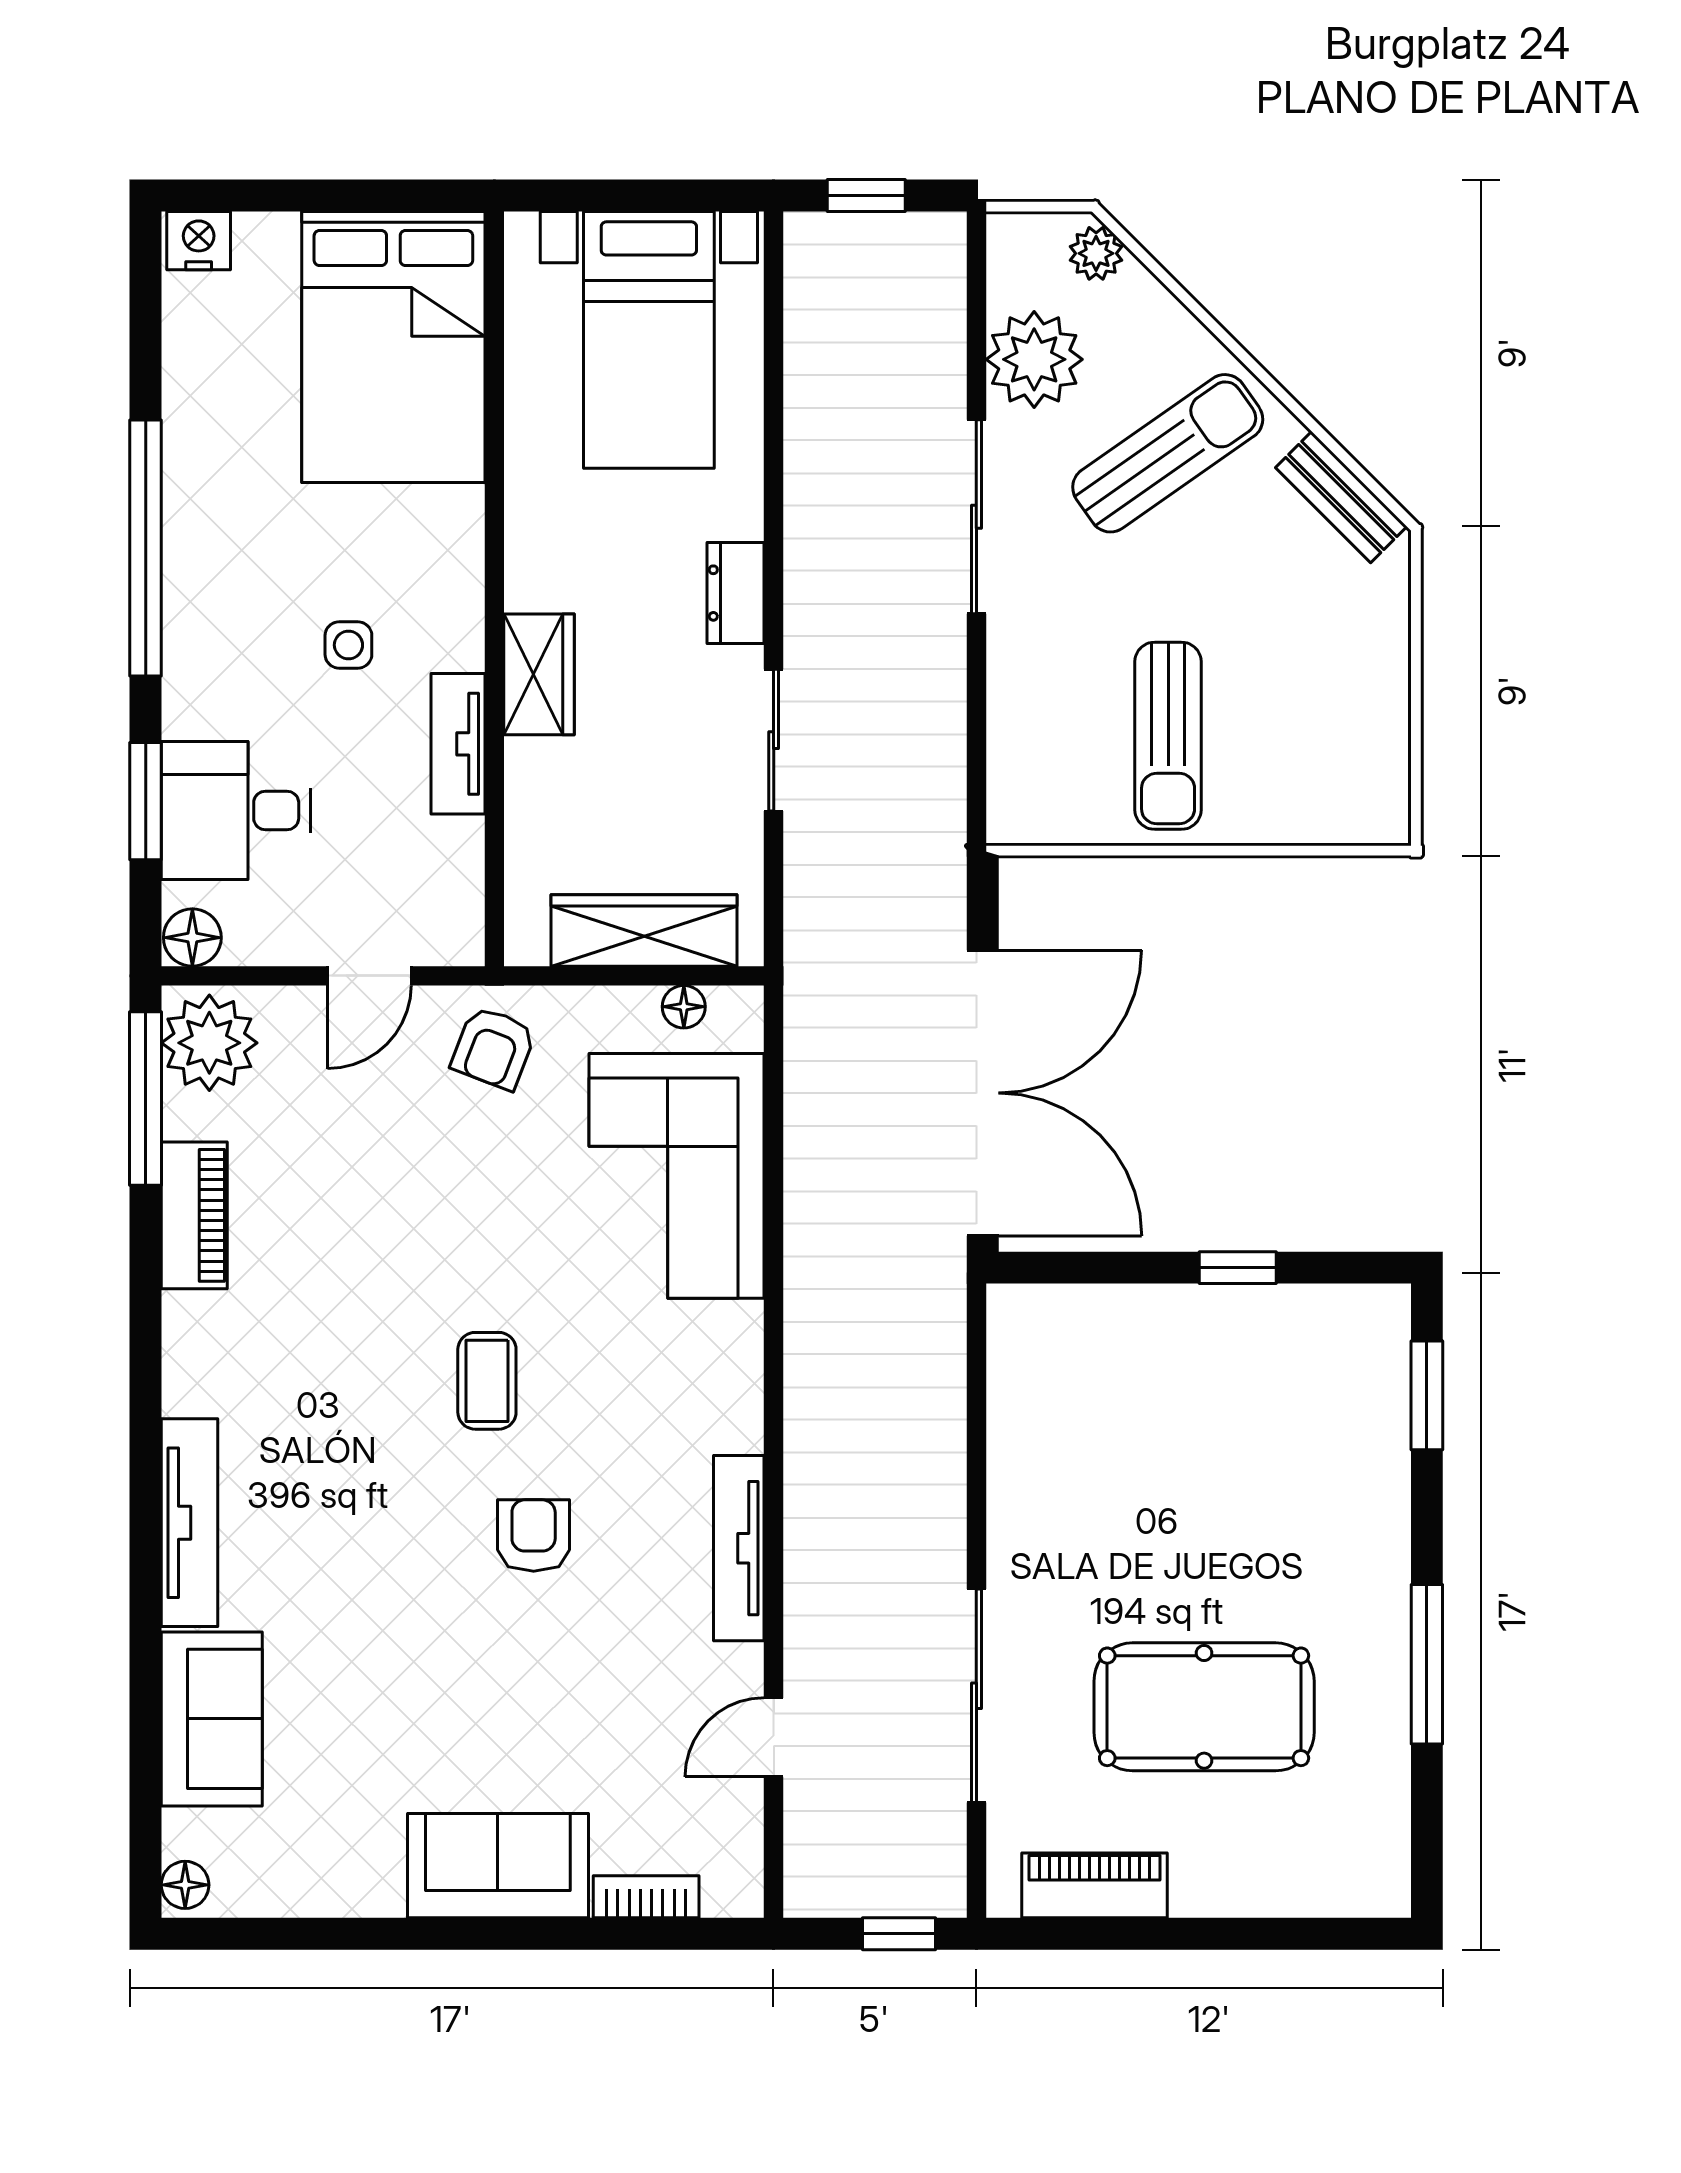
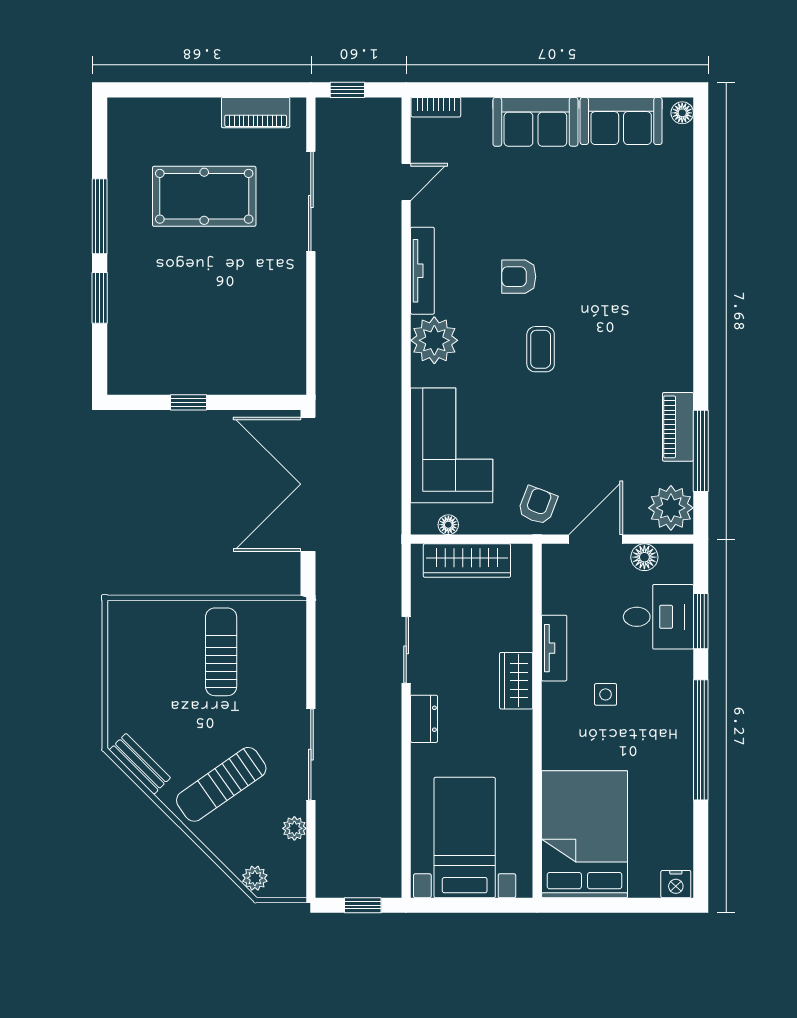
plant: (1034, 359) -> (294, 828), width x0.53, depth x0.53
floor lamp: (192, 938) -> (644, 557), moved
door: (369, 976) -> (596, 539), width x1.38
window: (146, 1098) -> (701, 451), moved
window: (1427, 1395) -> (100, 298), moved
plant: (714, 1400) -> (434, 340), added
tv unit: (190, 1523) -> (680, 283), removed
armchair: (534, 1535) -> (519, 277), turned 90
sofa: (212, 1719) -> (621, 121), moved, turned -90
bookcase: (646, 1897) -> (436, 107), moved

